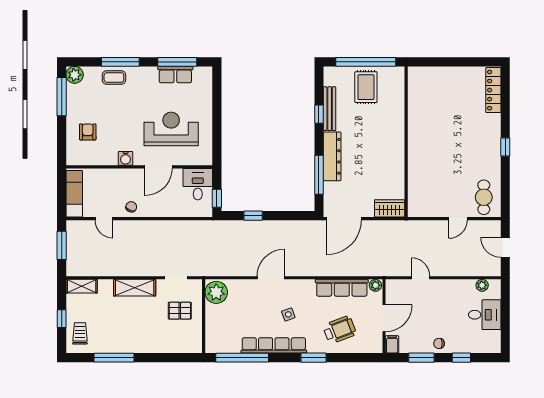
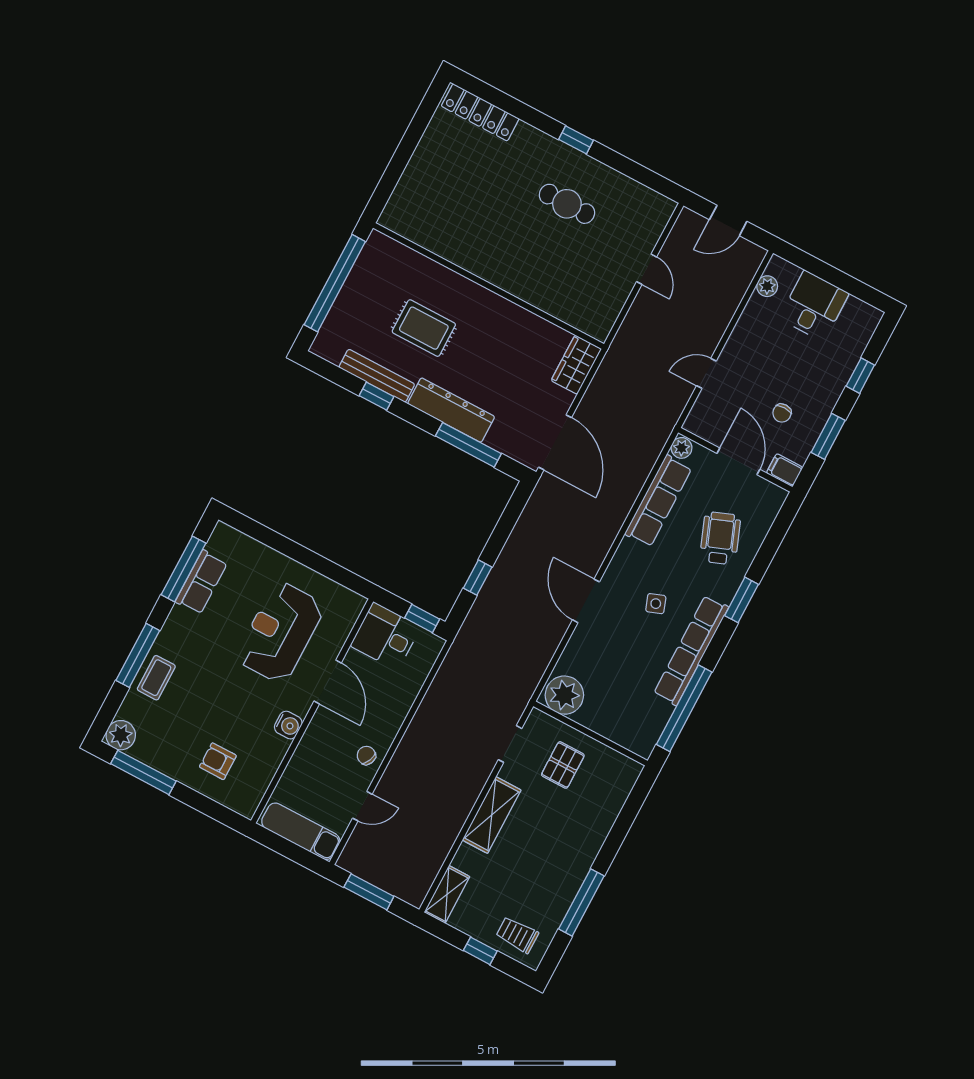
rug: (366, 87) -> (424, 328), moved
cafe table: (484, 197) -> (567, 204), moved
chair: (439, 343) -> (782, 413), moved

